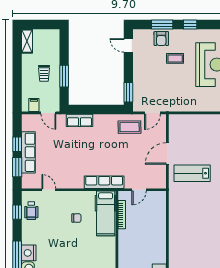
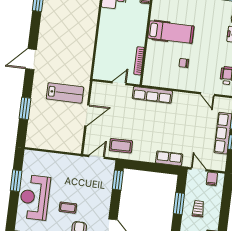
hospital bed: (106, 213) -> (171, 32), moved, turned 90

